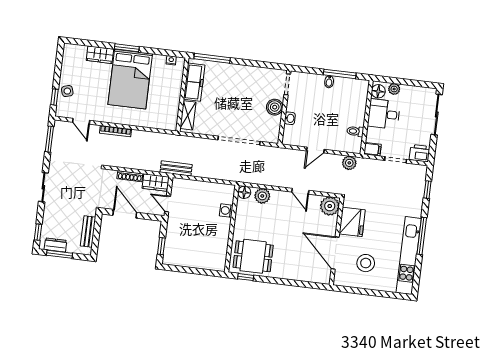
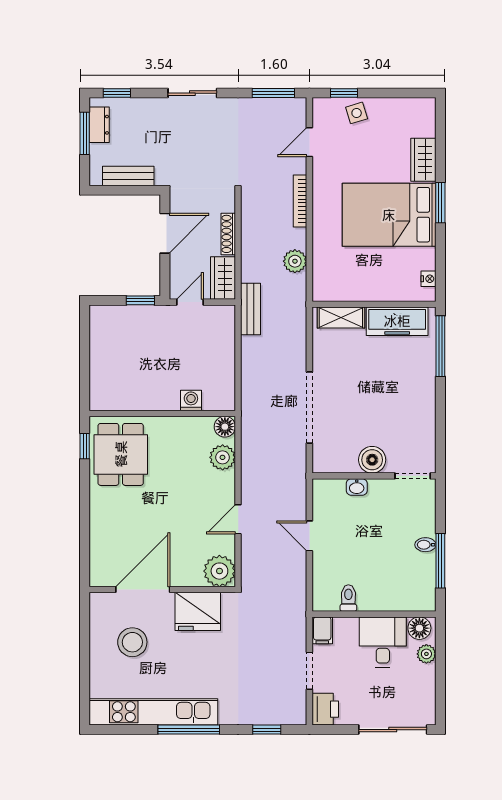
plant: (349, 163) -> (295, 261), moved
window: (161, 246) -> (140, 300), moved

